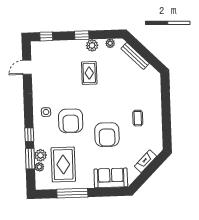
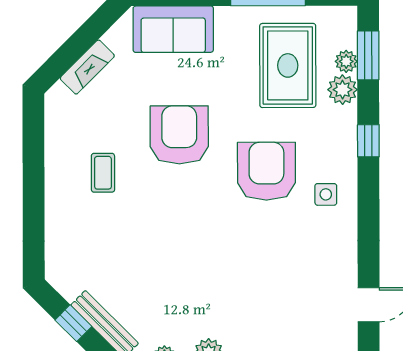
window: (148, 56) -> (73, 323), added
rug: (89, 73) -> (218, 286), removed
window: (30, 159) -> (368, 55), moved

